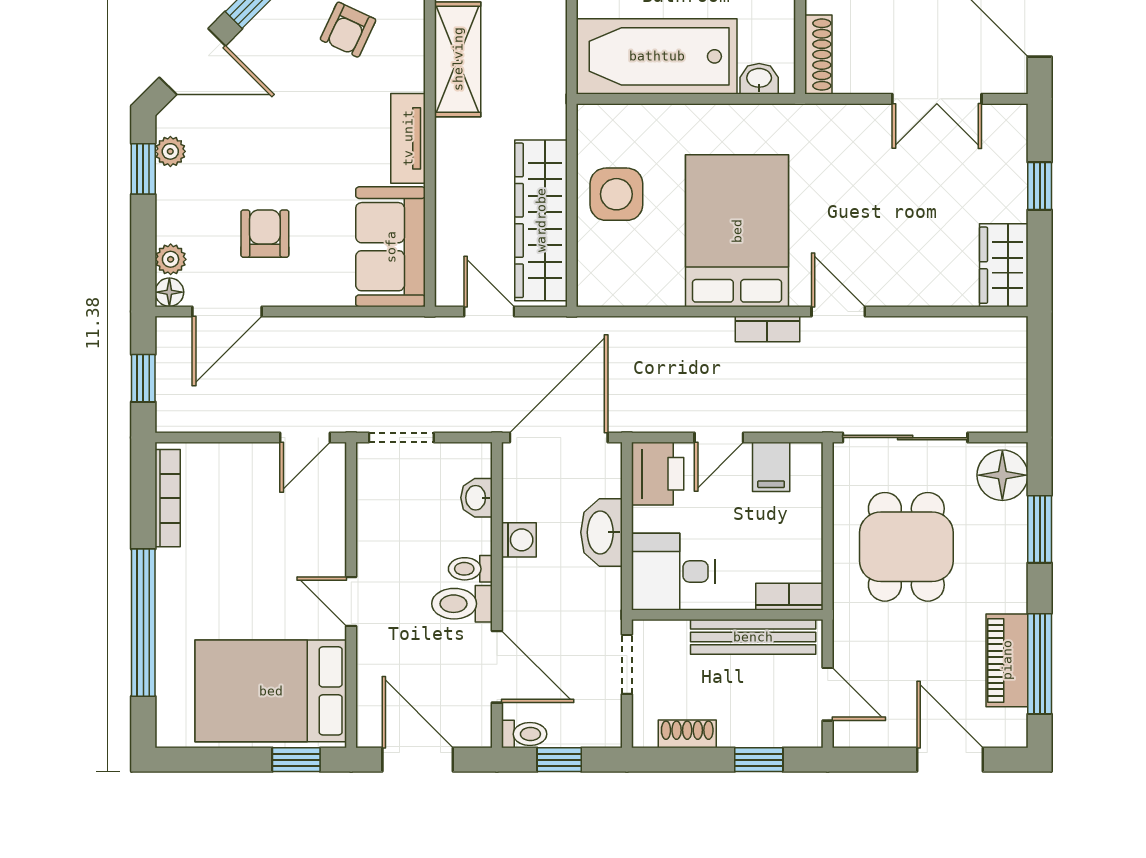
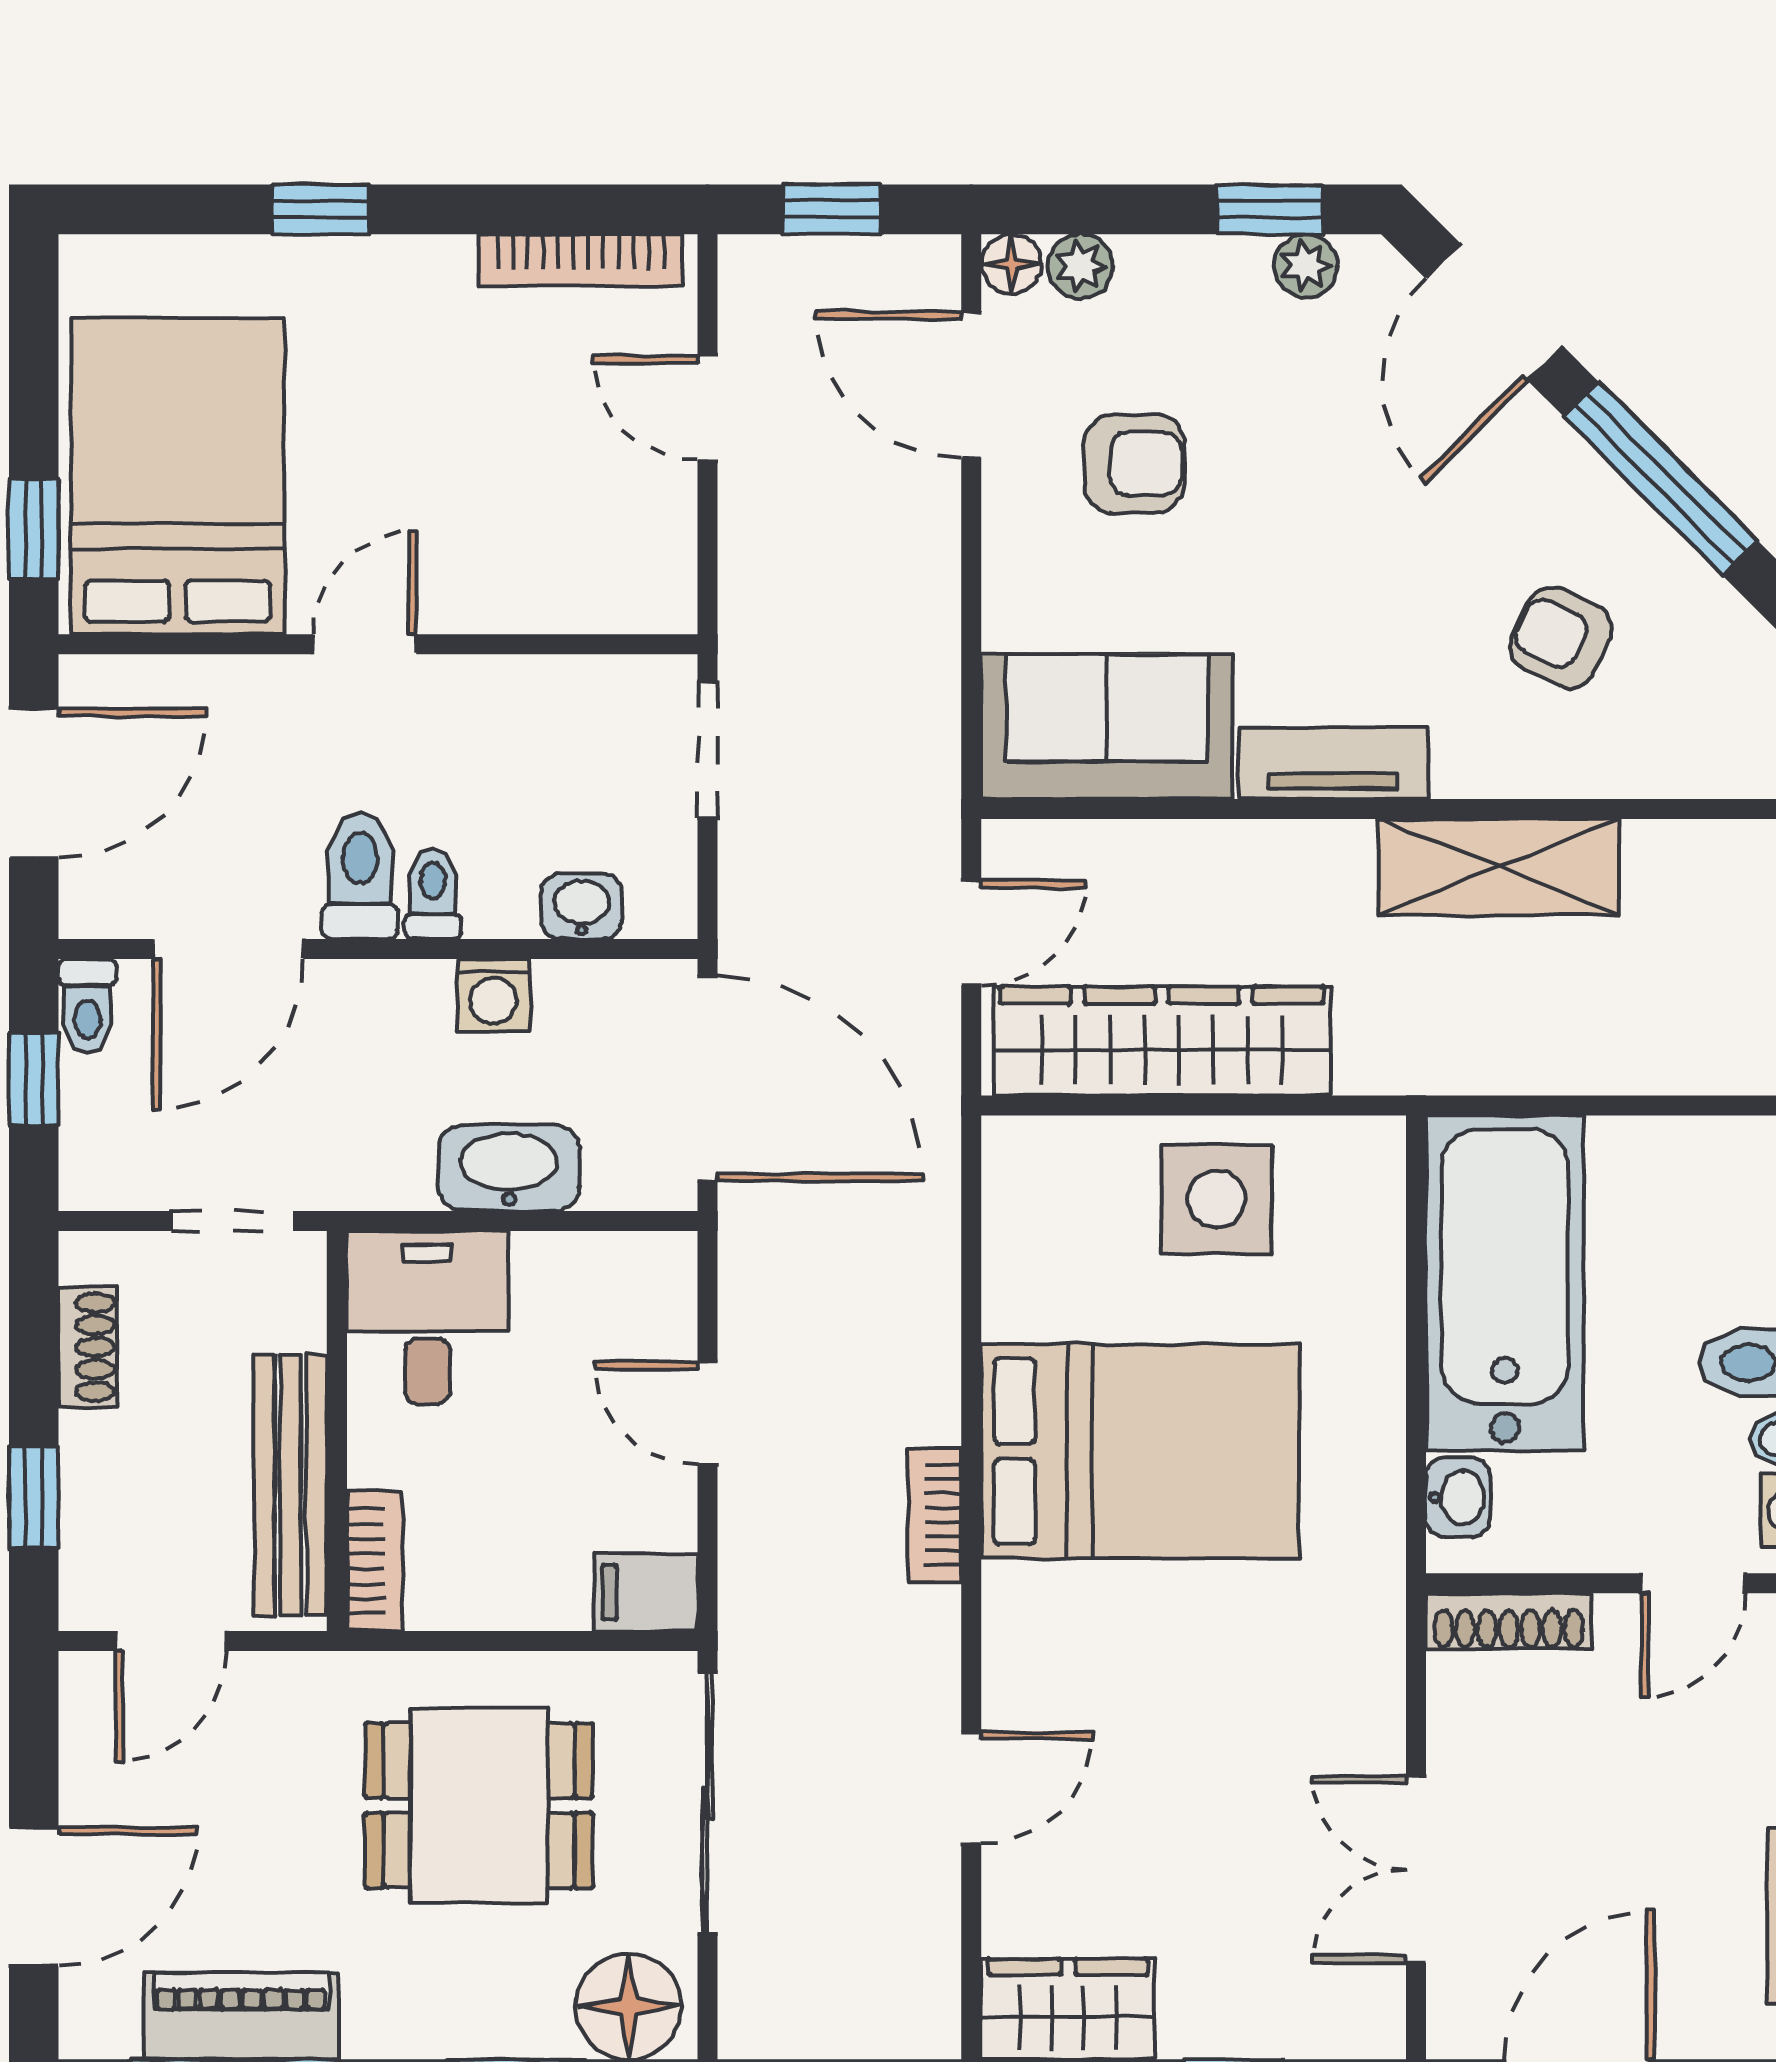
door: (838, 312) -> (971, 1788), moved
door: (305, 438) -> (708, 408), moved
filing cabinet: (771, 467) -> (646, 1592), moved
printer: (658, 474) -> (632, 1285), removed
window: (143, 623) -> (320, 209), width x0.32

